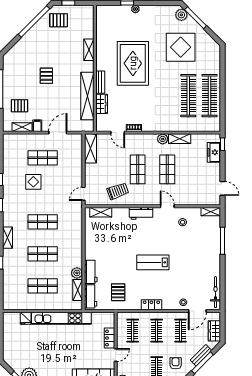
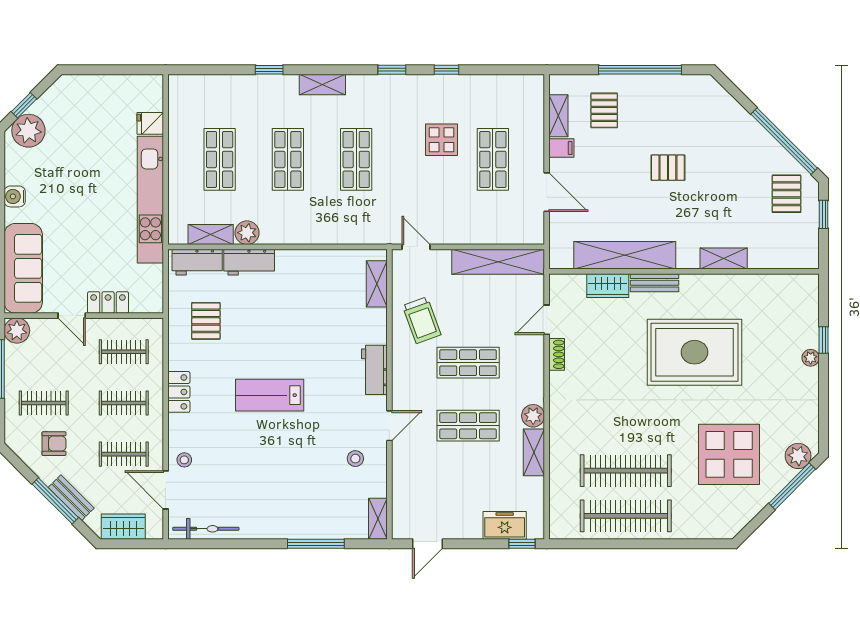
shelving: (90, 148) -> (498, 262), width x1.47
lab bench: (153, 262) -> (270, 395), turned -90
pallet: (118, 292) -> (206, 321), turned 90

